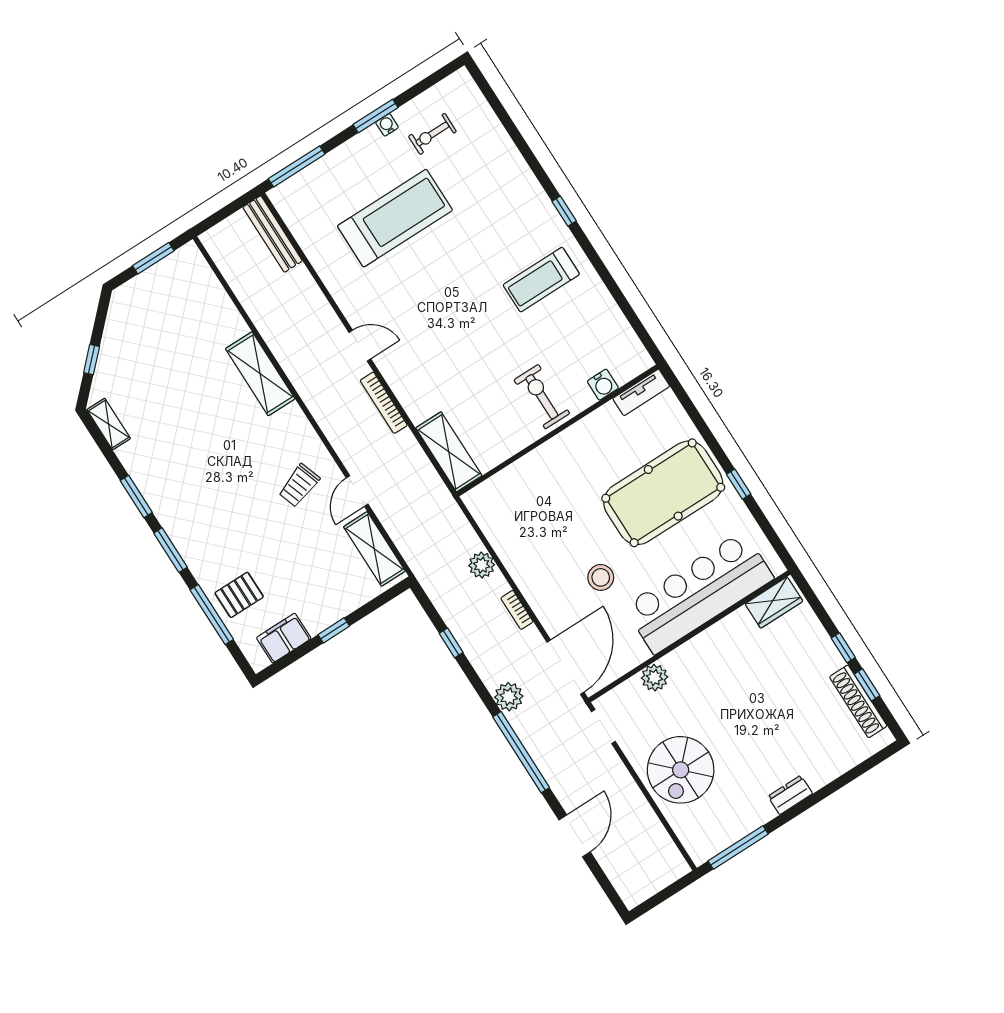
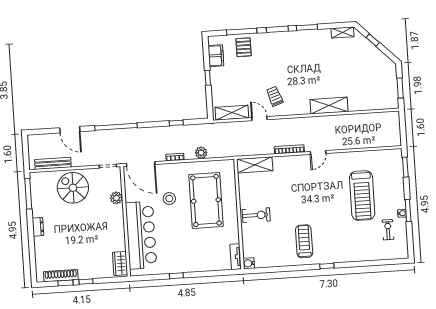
window: (297, 166) -> (405, 167), width x0.69
bench: (273, 234) -> (53, 163), moved
water cooler: (603, 385) -> (249, 263), moved
pool table: (663, 493) -> (206, 200), moved
plant: (509, 697) -> (141, 134), removed

